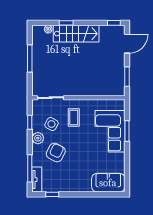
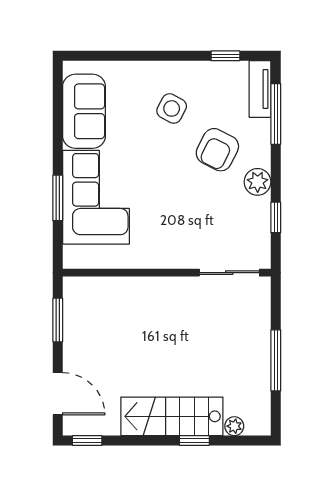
door: (127, 44) -> (58, 394), swing flipped
coffee table: (74, 117) -> (177, 228), removed
side table: (51, 124) -> (172, 108), moved
sofa: (108, 183) -> (84, 111), moved, turned -90

